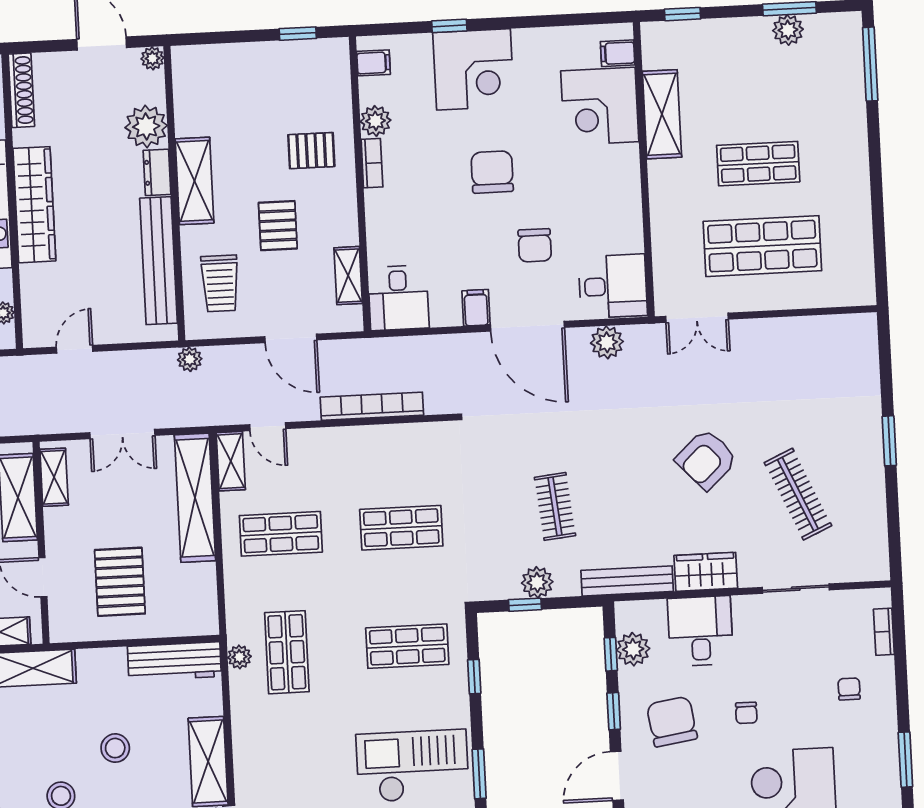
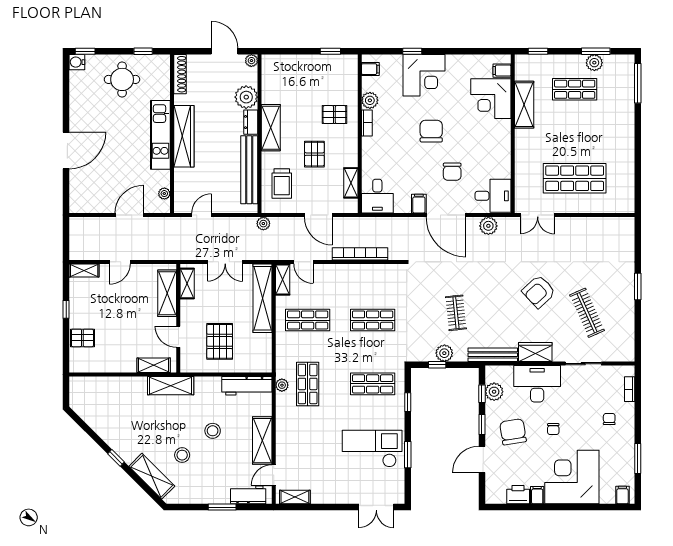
shop shelf: (758, 164) -> (575, 89), moved
desk: (700, 631) -> (537, 384), width x1.37

